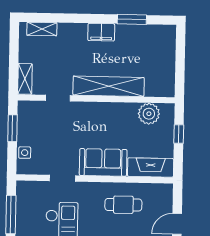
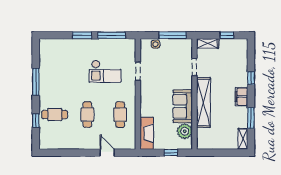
window: (75, 18) -> (251, 78), added
shelving: (42, 29) -> (243, 139), moved
window: (14, 51) -> (227, 35), added
window: (12, 128) -> (173, 35), width x1.44
sofa: (103, 162) -> (183, 106), moved, turned 180

